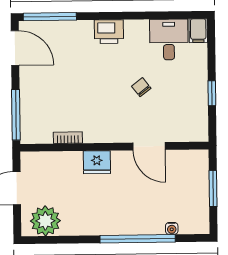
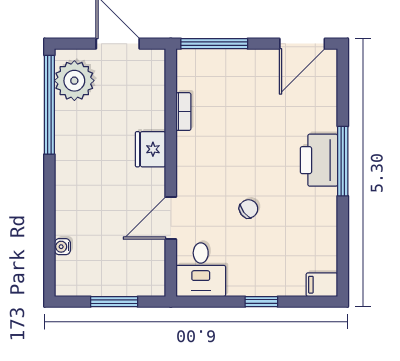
window: (50, 17) -> (343, 161), moved
printer: (109, 32) -> (319, 160), width x1.37, depth x1.19
desk: (169, 39) -> (201, 270), moved, turned 90
window: (212, 93) -> (261, 302), moved
window: (138, 239) -> (49, 105), moved

